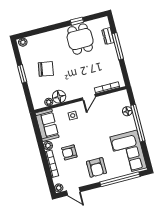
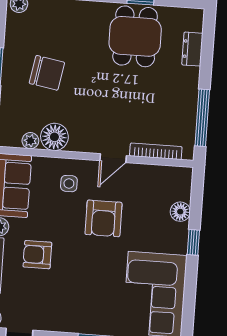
window: (118, 46) -> (202, 118), moved
window: (138, 123) -> (193, 242), width x0.32
armchair: (96, 167) -> (104, 218), moved

